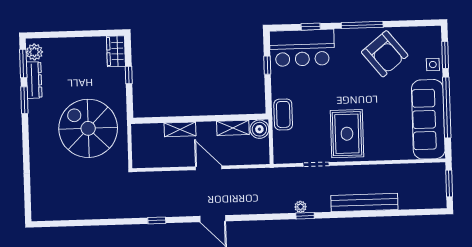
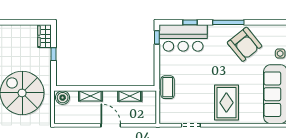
window: (267, 65) -> (157, 37), moved
boiler: (259, 129) -> (63, 98), moved
rug: (347, 134) -> (226, 103), moved

